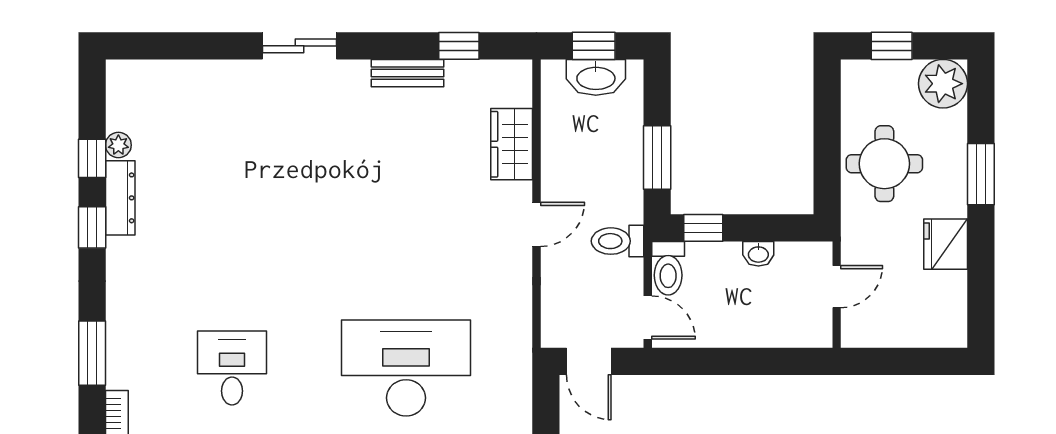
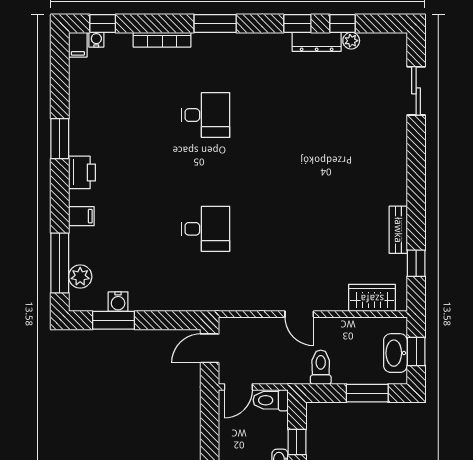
sliding door: (300, 46) -> (416, 91), moved
wardrobe: (512, 144) -> (372, 298), moved
window: (657, 158) -> (367, 393), moved
window: (703, 228) -> (297, 442), moved
toilet: (618, 241) -> (321, 367), moved
desk: (406, 368) -> (205, 229), width x0.53, depth x0.77

